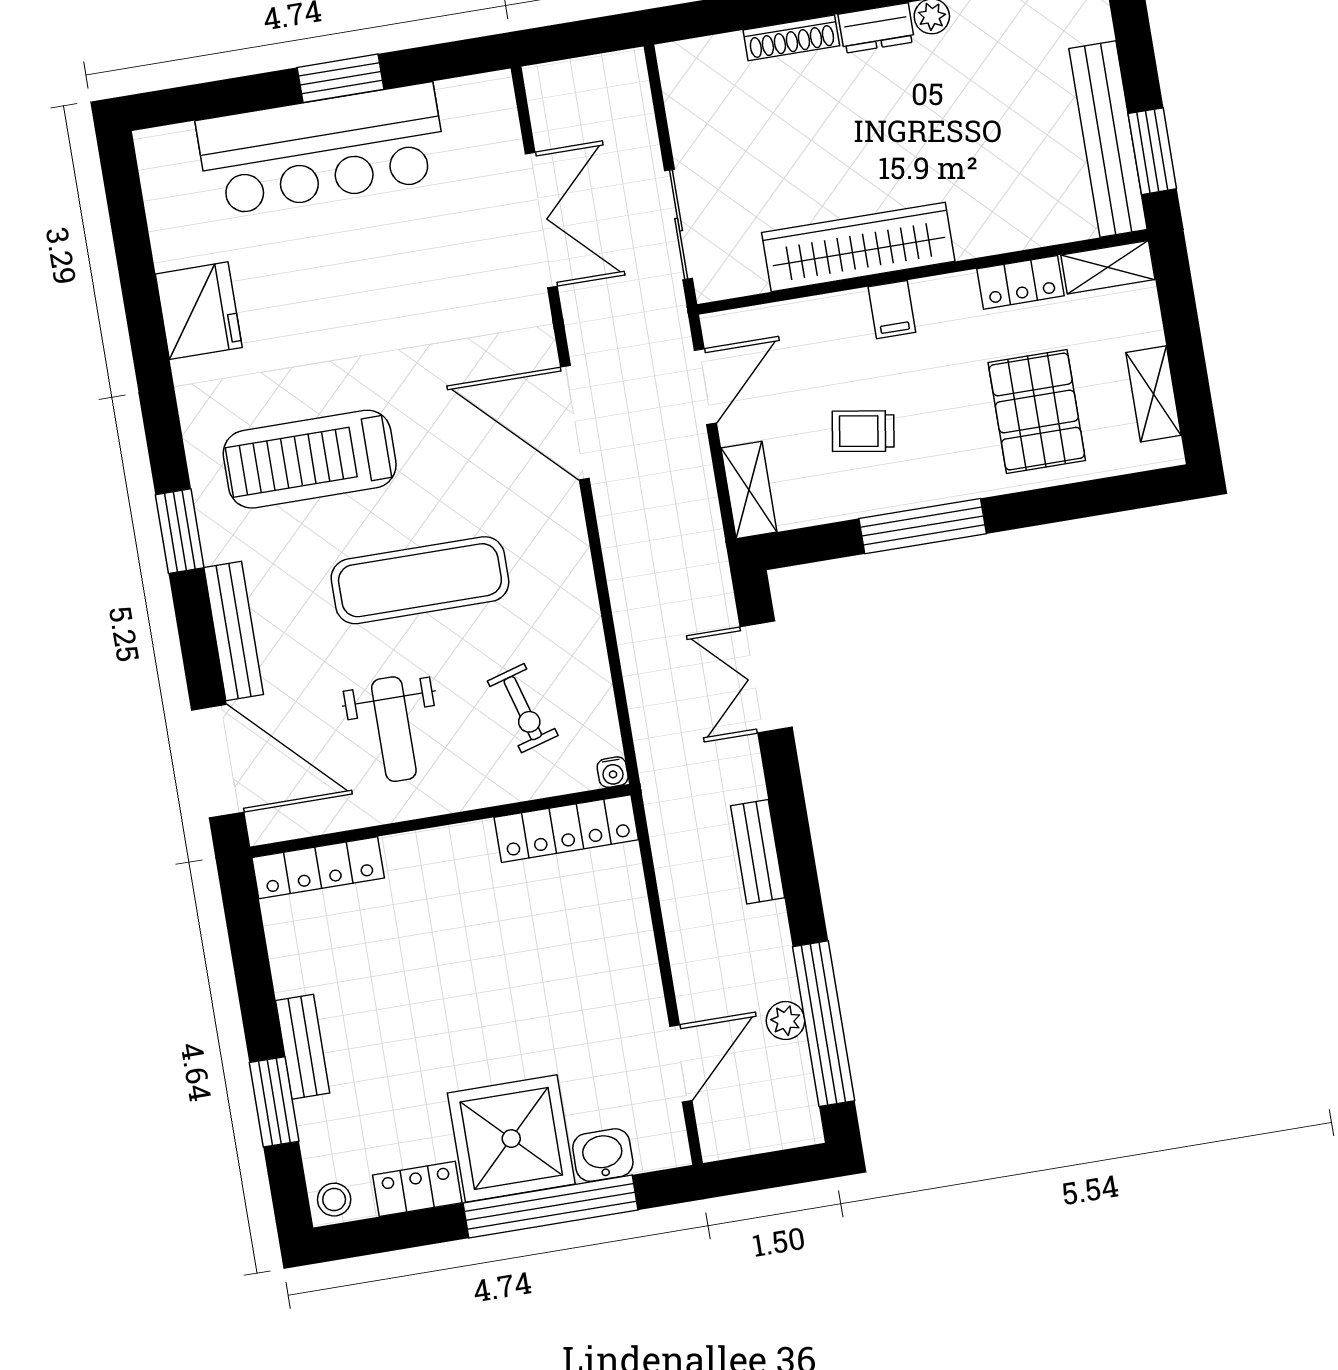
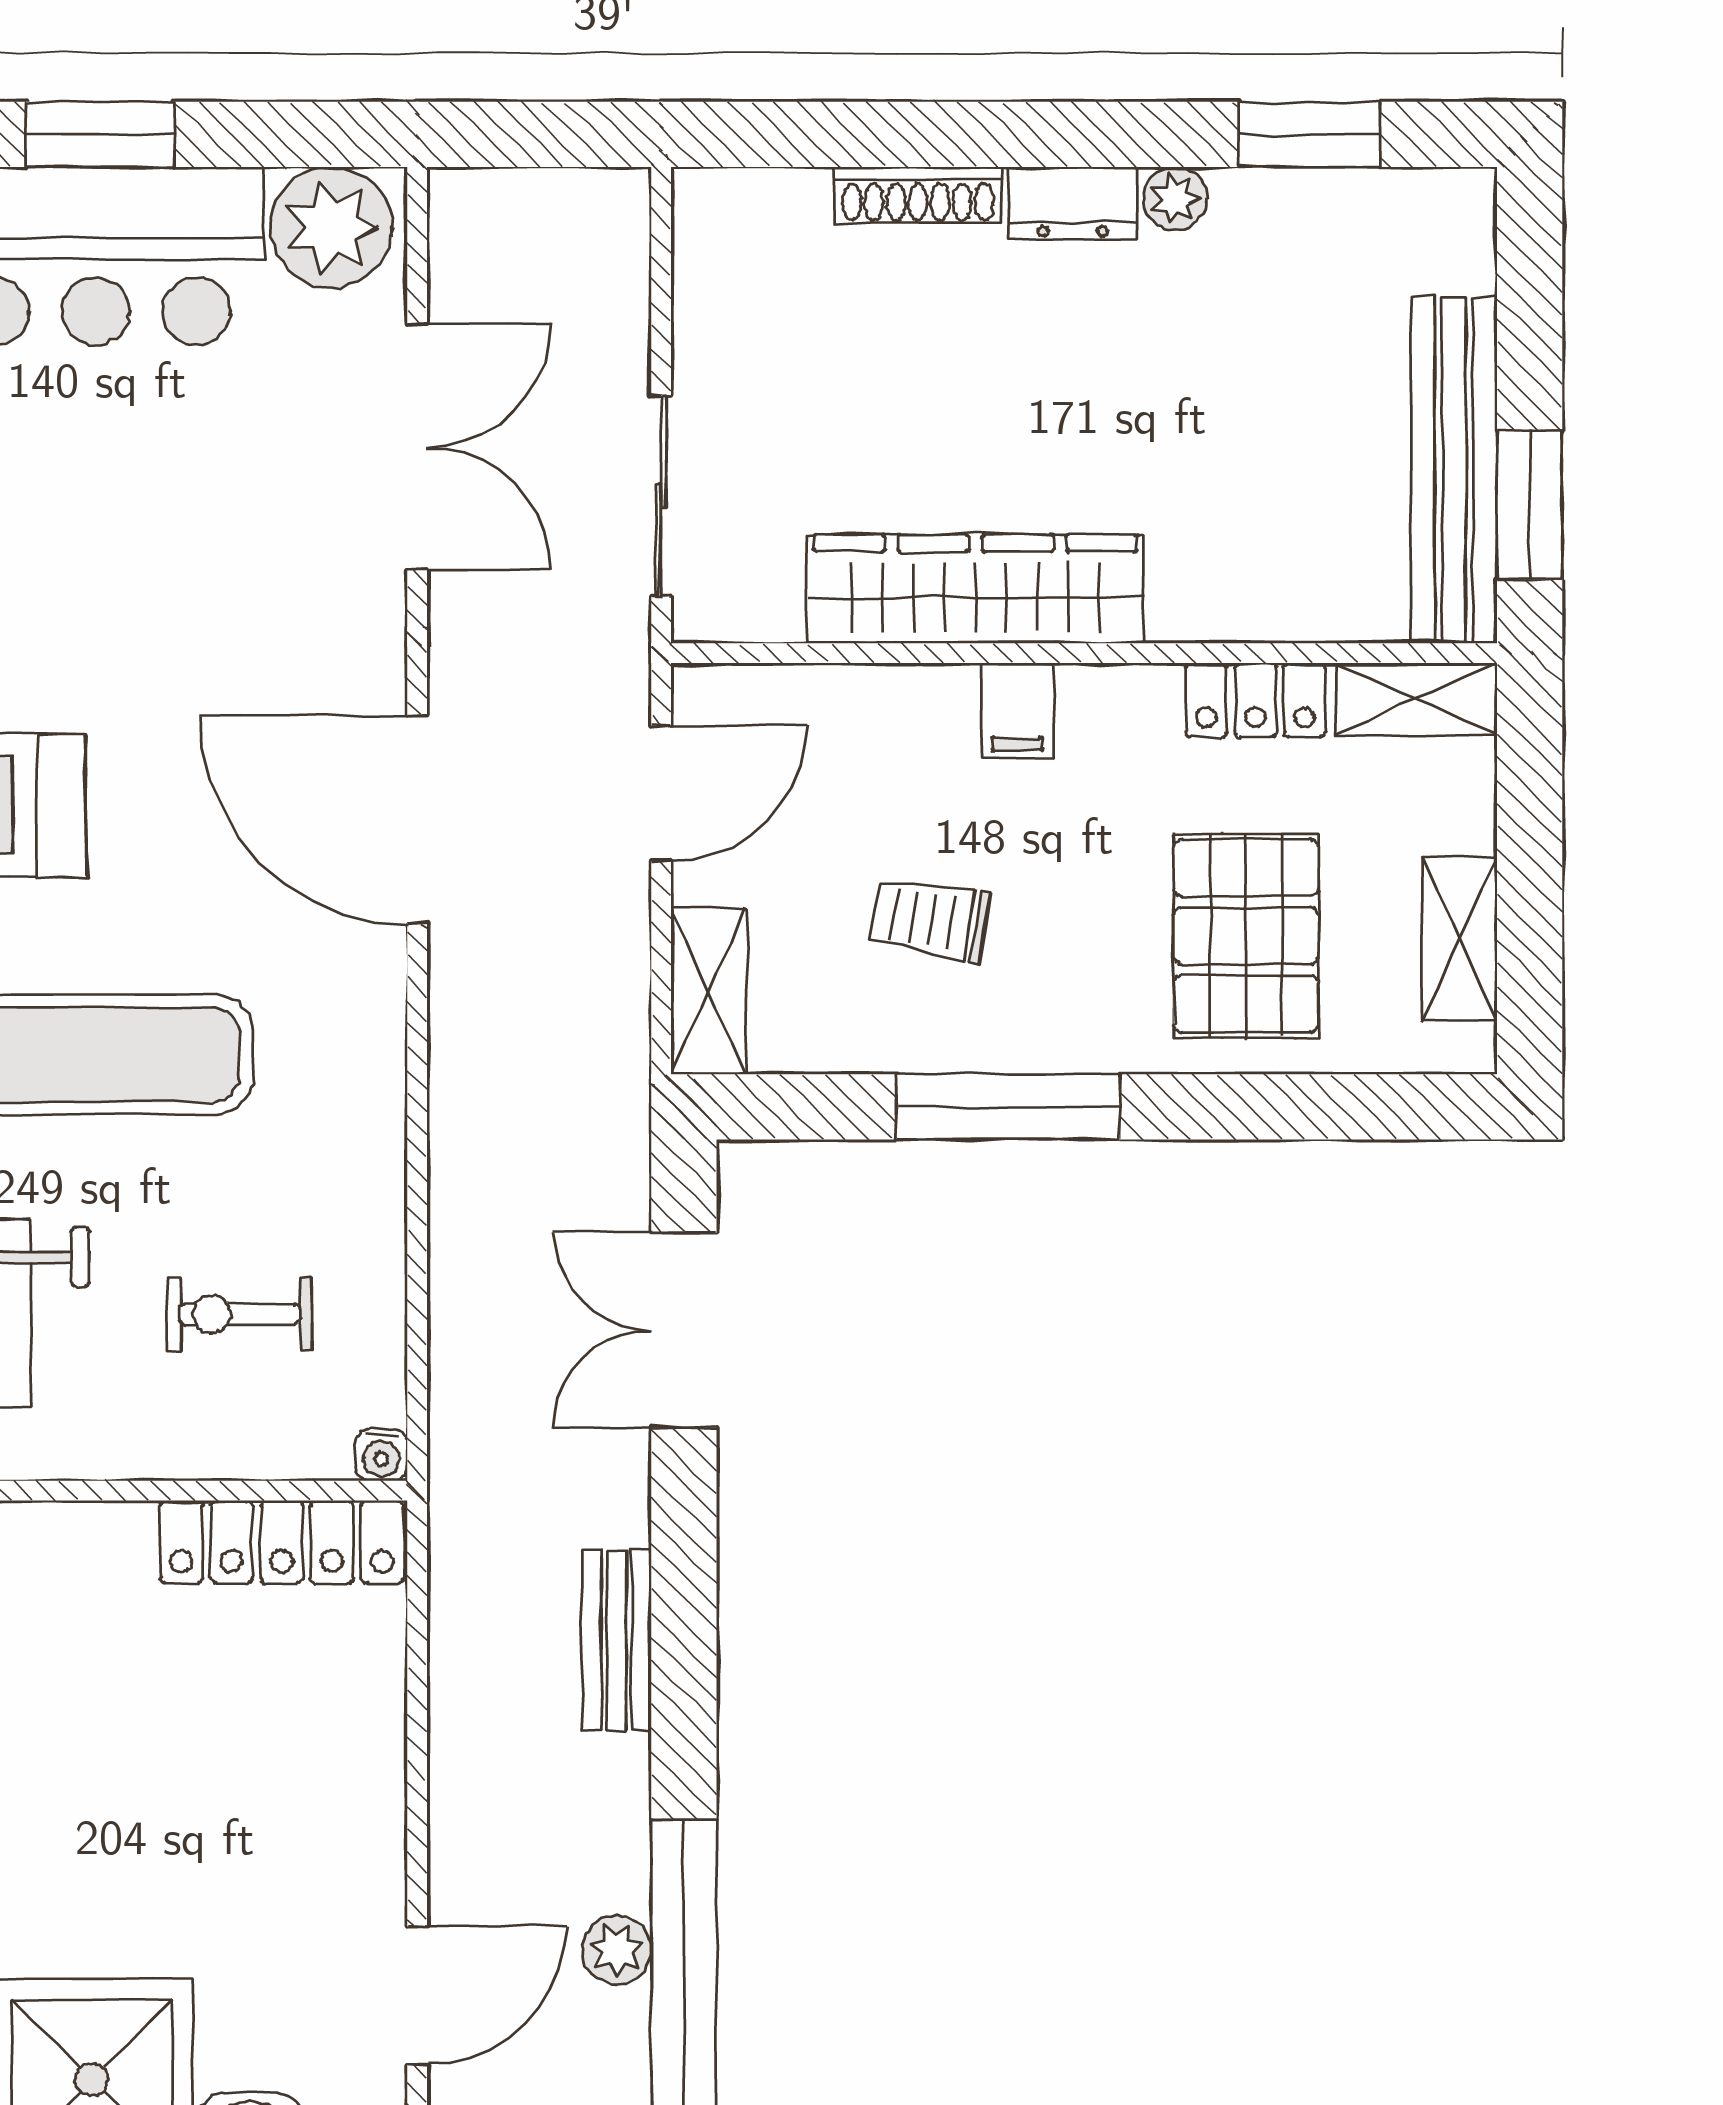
plant: (475, 108) -> (331, 227), added
exercise bike: (523, 708) -> (240, 1314), turned 106

